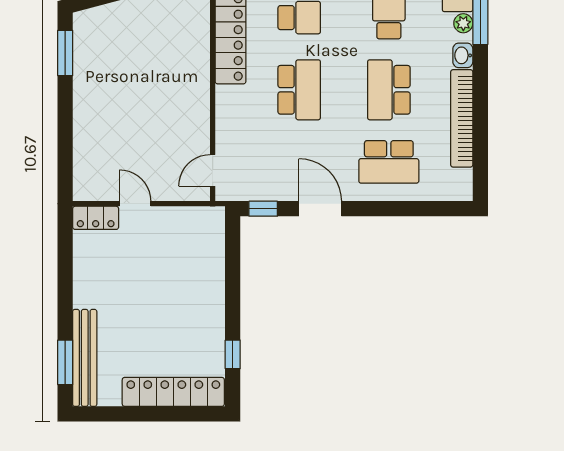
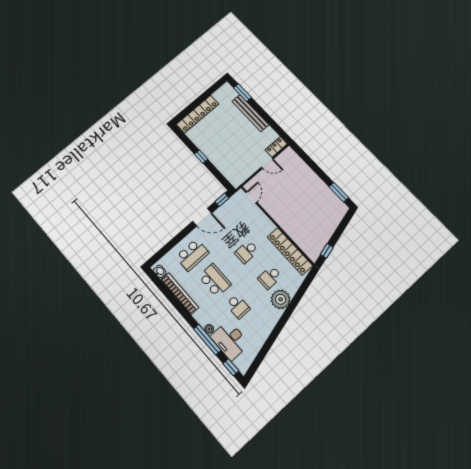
washbasin: (463, 55) -> (160, 271), moved
school desk: (299, 90) -> (247, 252), width x0.54
school desk: (389, 162) -> (192, 255), turned 180
window: (233, 354) -> (201, 157), moved
bench: (85, 358) -> (250, 113), moved

